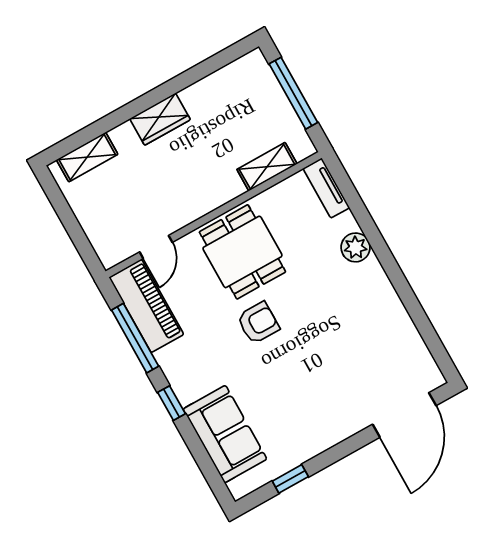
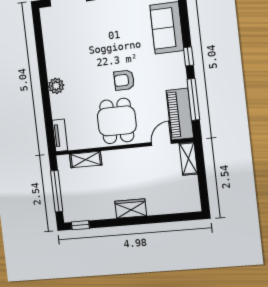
window: (230, 54) -> (80, 225), added
shelving: (87, 157) -> (188, 159), moved, turned 90
plant: (356, 247) -> (56, 86), moved

